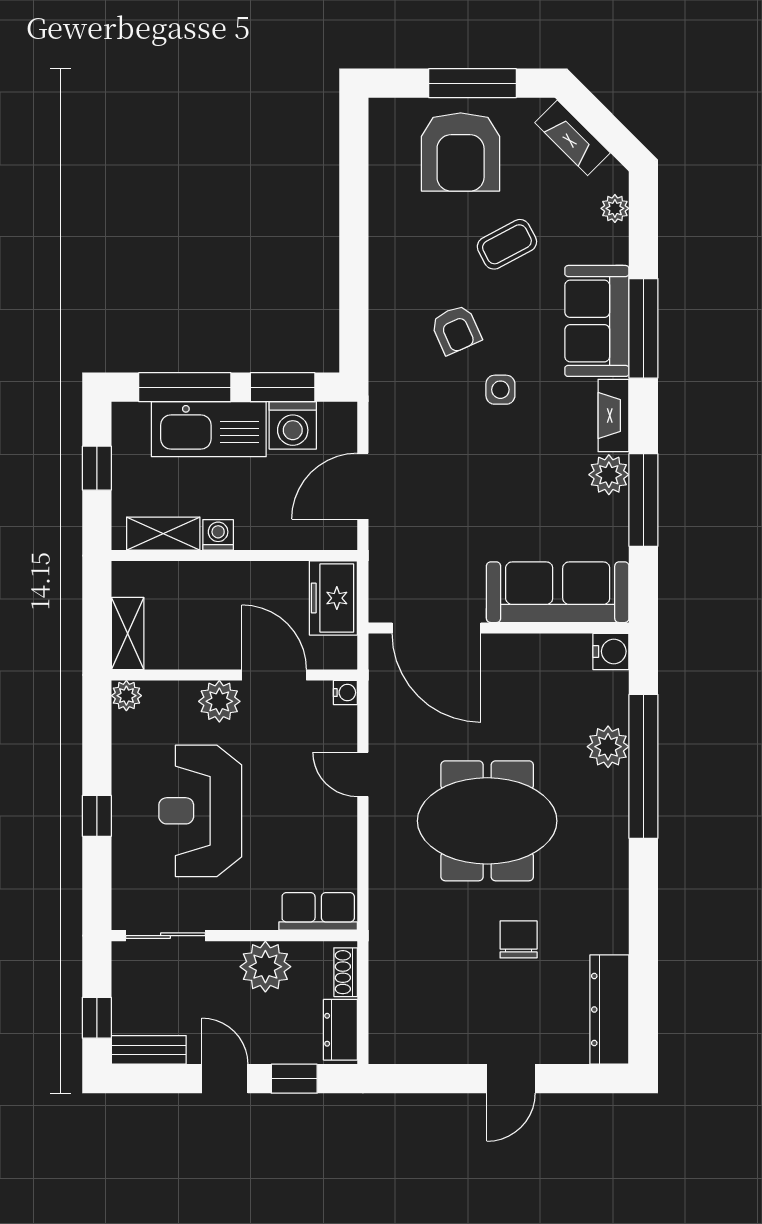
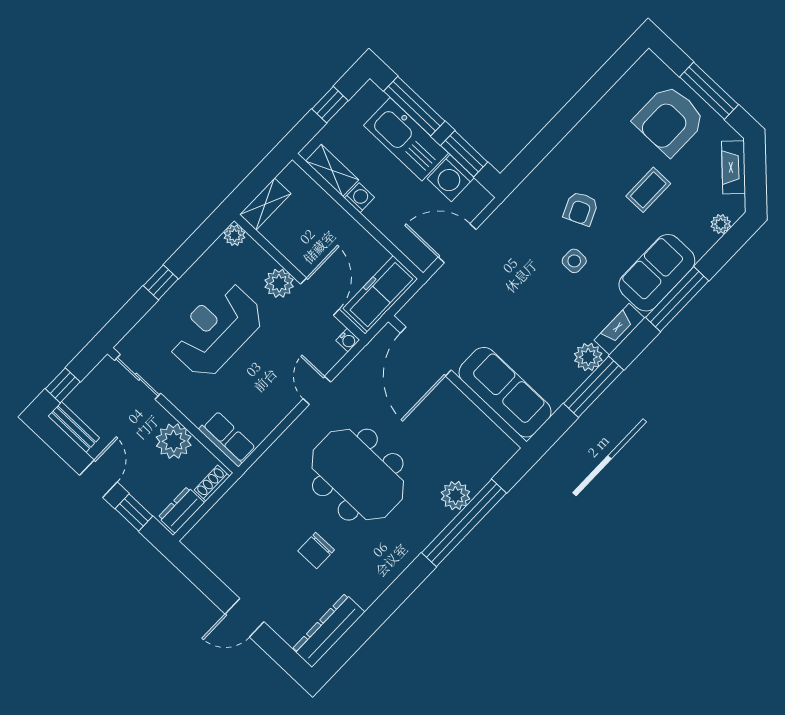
coffee table: (507, 244) -> (648, 190), turned -62
freezer: (333, 598) -> (380, 294), width x1.40
water cooler: (611, 651) -> (503, 448), removed
chair: (519, 939) -> (316, 550), turned 180

